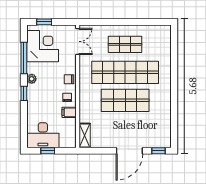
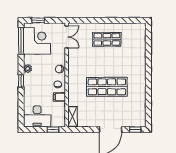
window: (24, 58) -> (21, 41), moved
shop shelf: (125, 72) -> (107, 63), removed
window: (48, 151) -> (53, 130), moved

